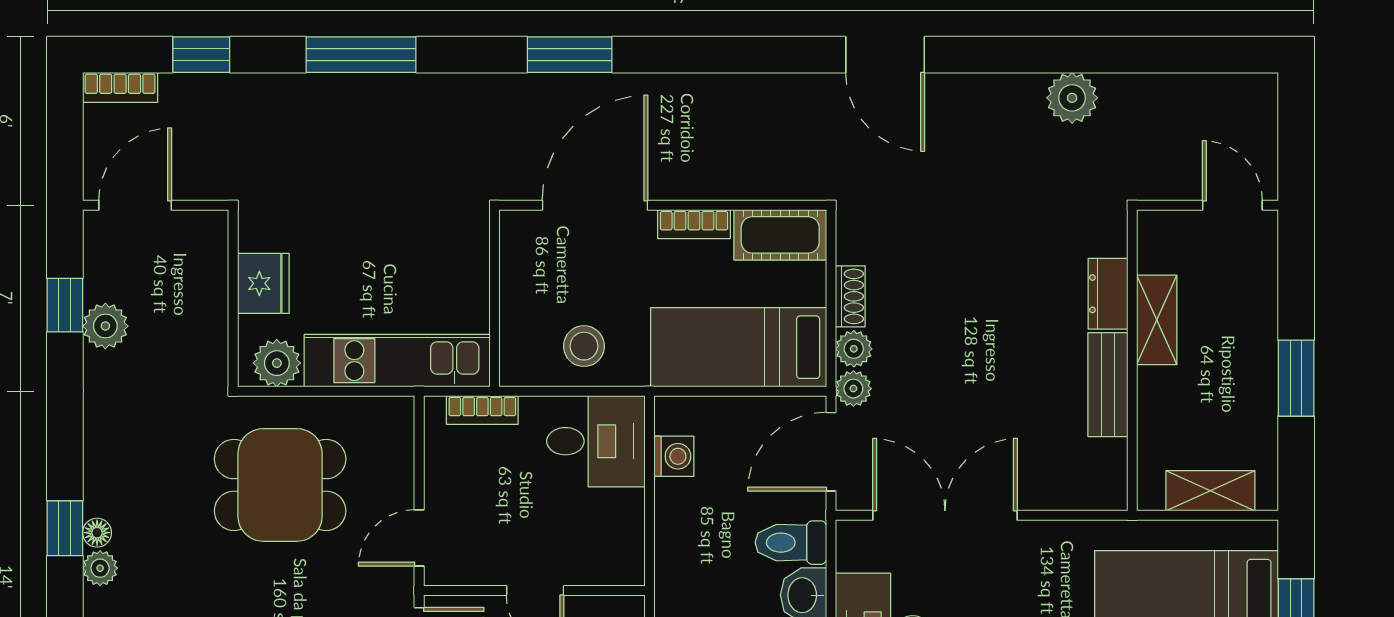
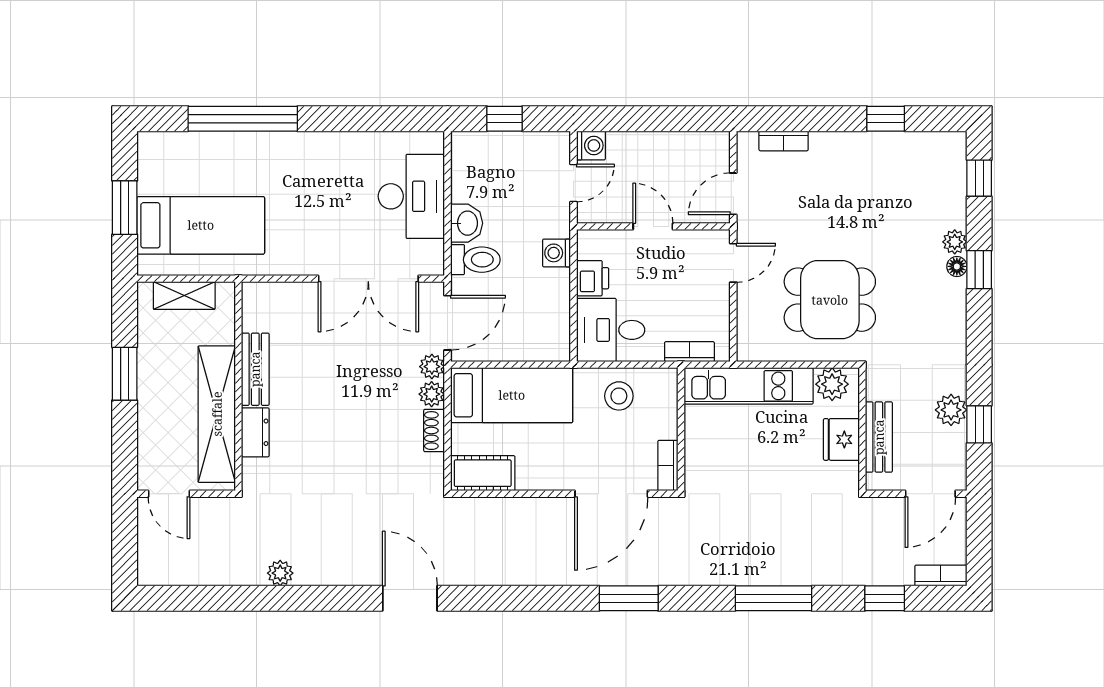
plant: (1072, 98) -> (280, 573), width x0.73, depth x0.73
bookcase: (694, 224) -> (668, 466), moved, turned -90
bench: (209, 287) -> (879, 437), added
shelving: (1157, 320) -> (217, 414), width x2.20, depth x1.33
washing machine: (674, 456) -> (556, 253), moved
printer: (622, 516) -> (593, 278), added

